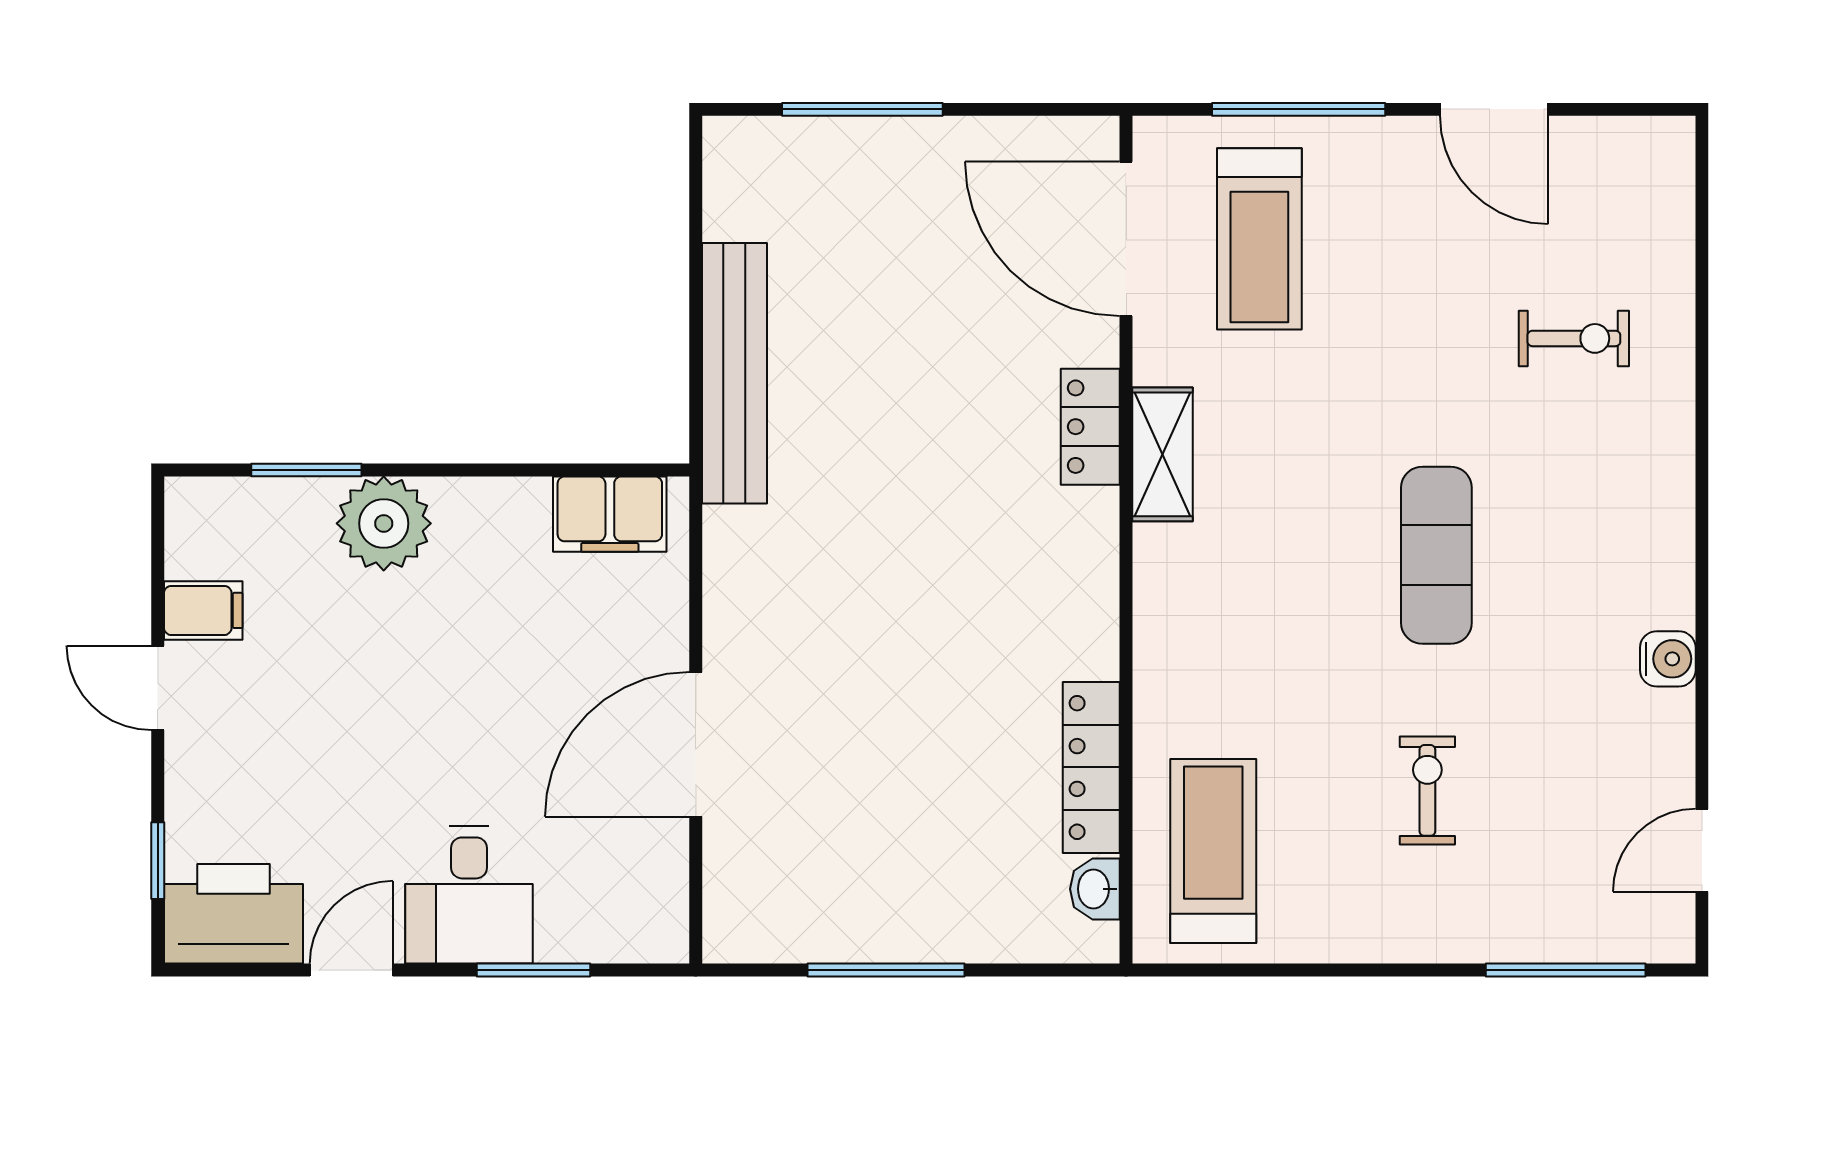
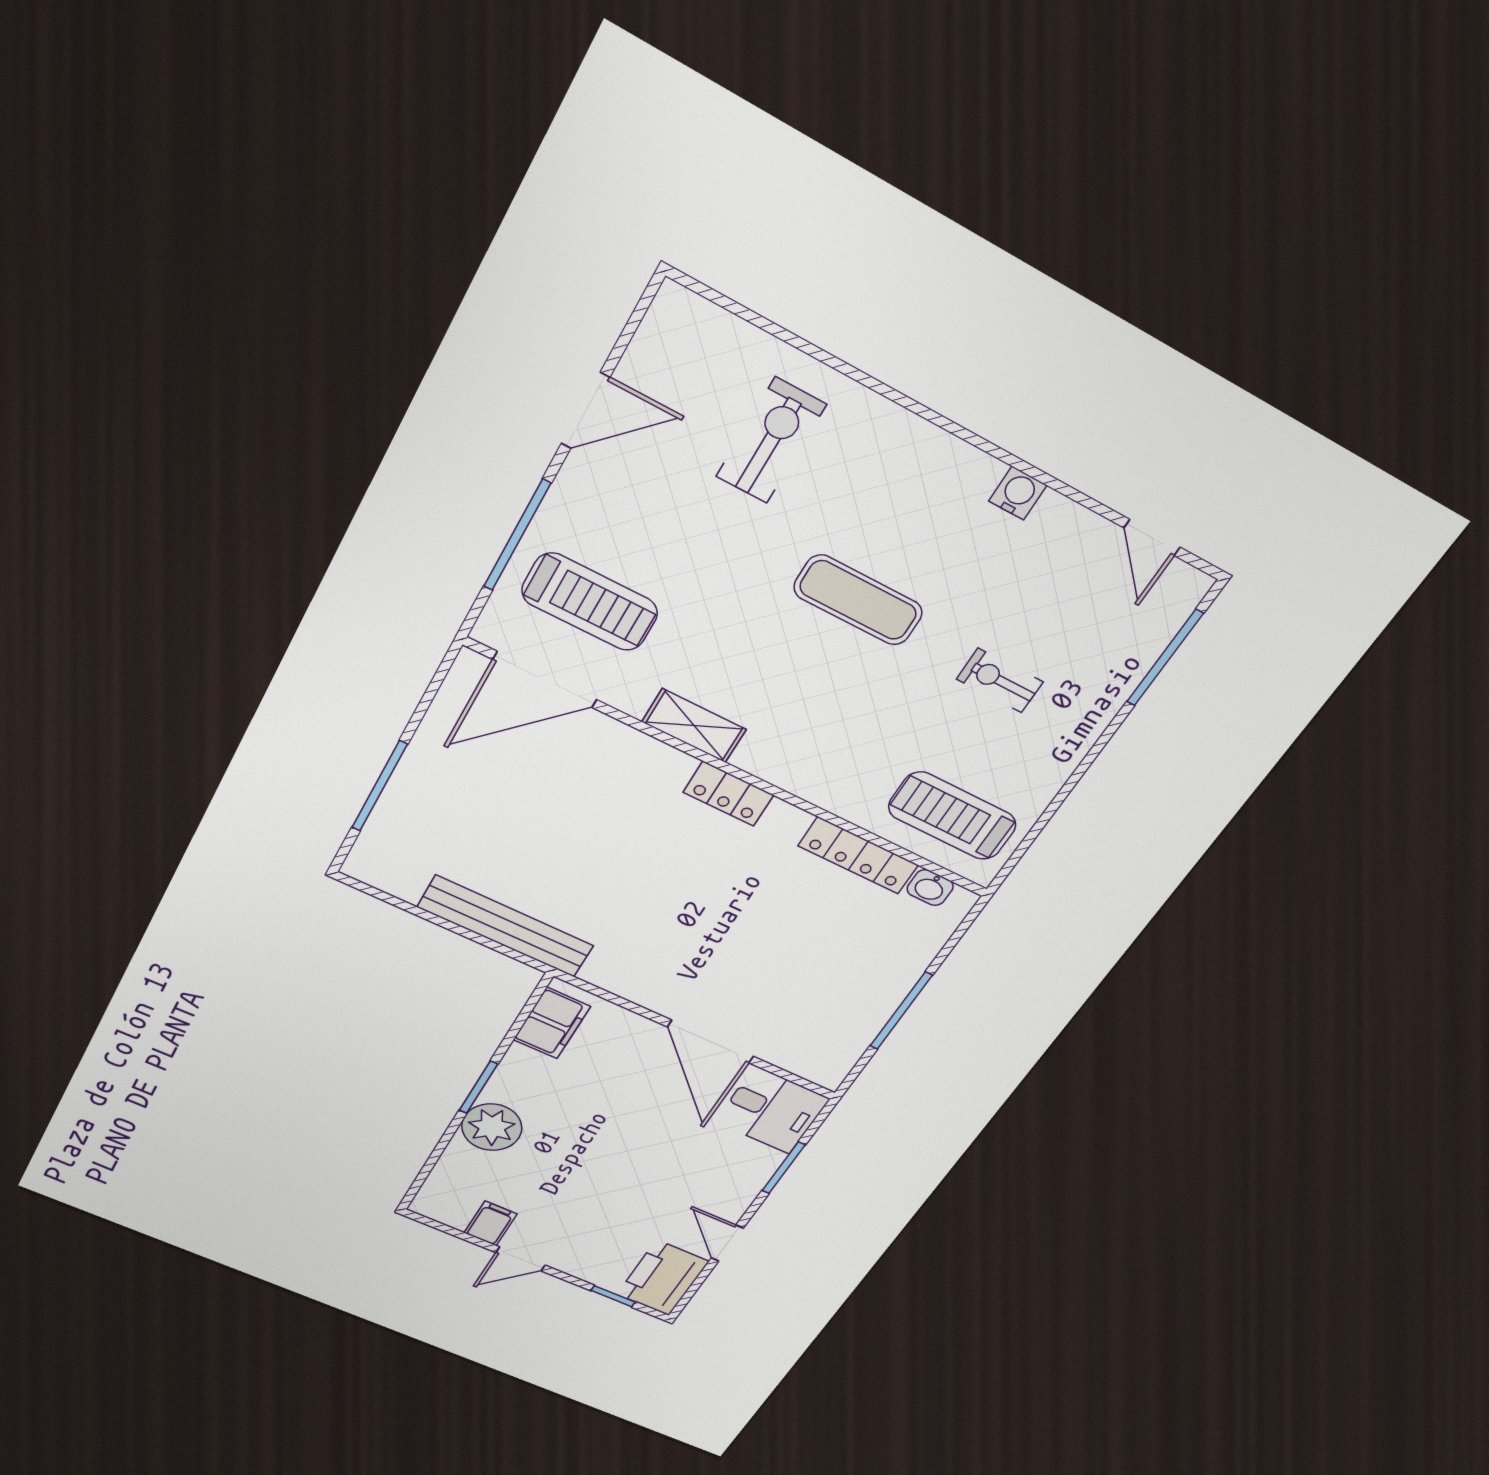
exercise bike: (1574, 338) -> (771, 441), width x1.38, depth x1.39
locker: (1090, 427) -> (728, 794), moved
window: (306, 470) -> (478, 1087), moved
desk: (469, 895) -> (772, 1110), moved

